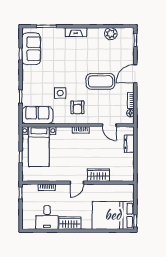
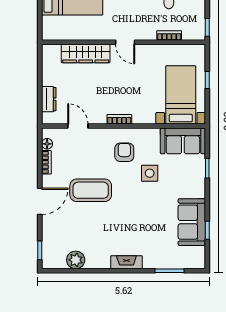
sofa: (31, 49) -> (192, 222), moved
wardrobe: (98, 175) -> (86, 53), width x1.50
door: (77, 183) -> (125, 42), swing flipped

